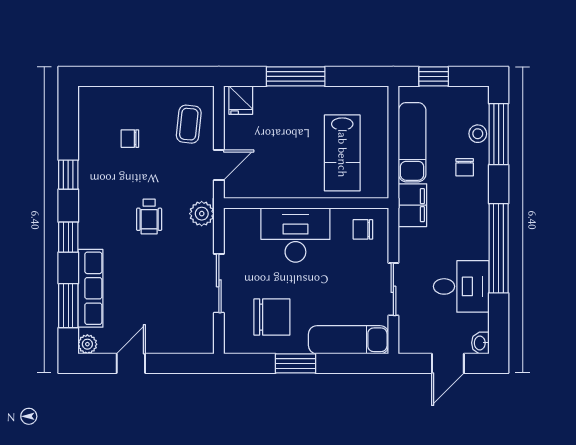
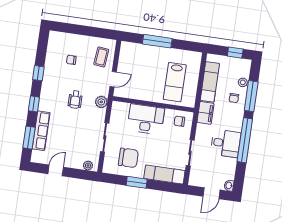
window: (434, 76) -> (235, 53), moved
fridge: (241, 100) -> (129, 49), removed
window: (499, 134) -> (251, 96), moved
desk: (461, 286) -> (226, 143), moved
plant: (87, 344) -> (88, 166), moved

